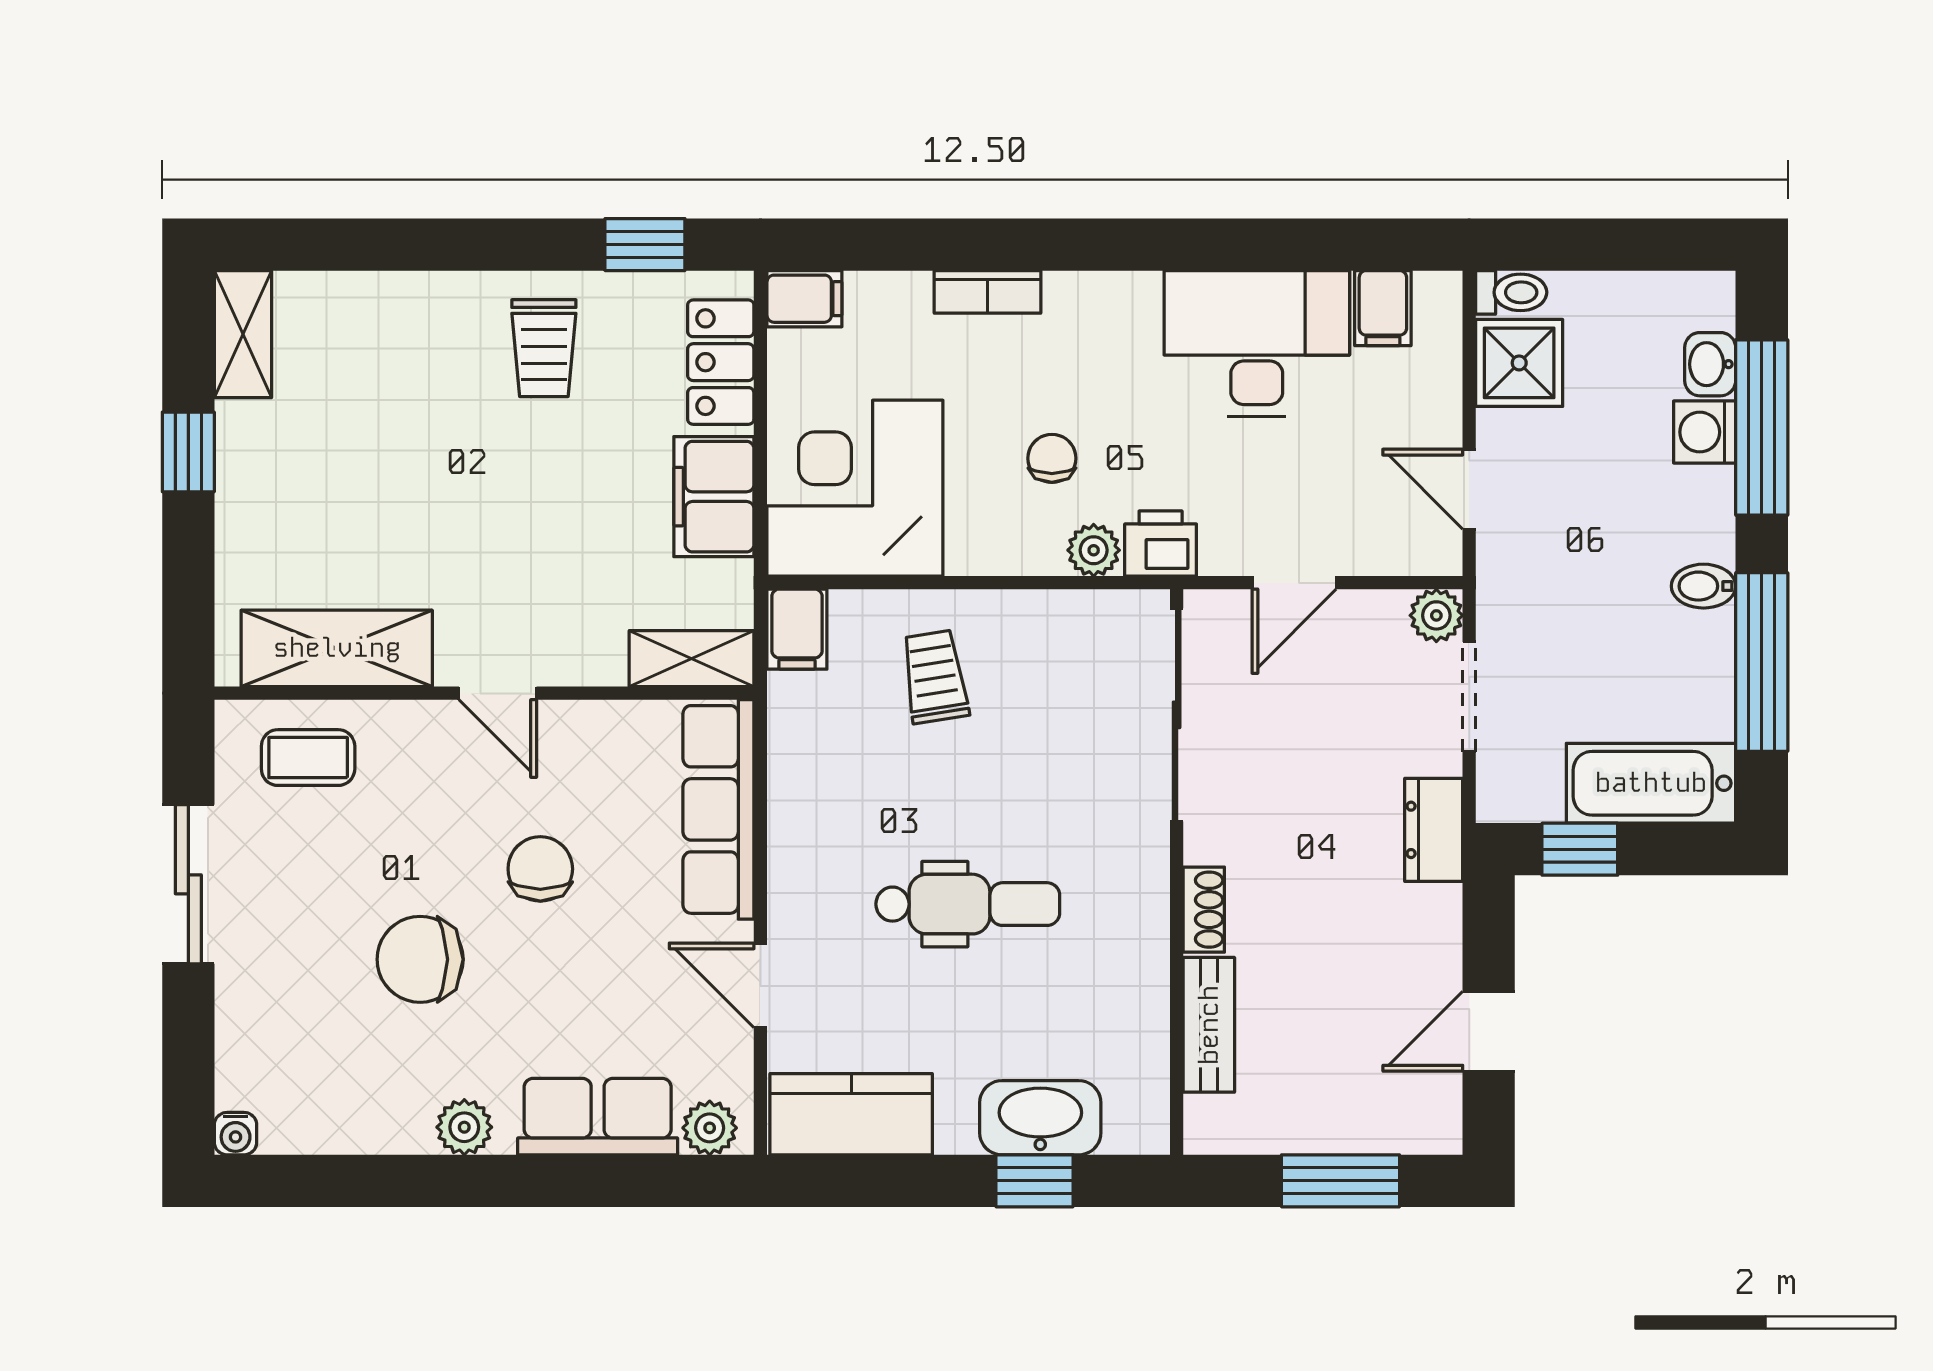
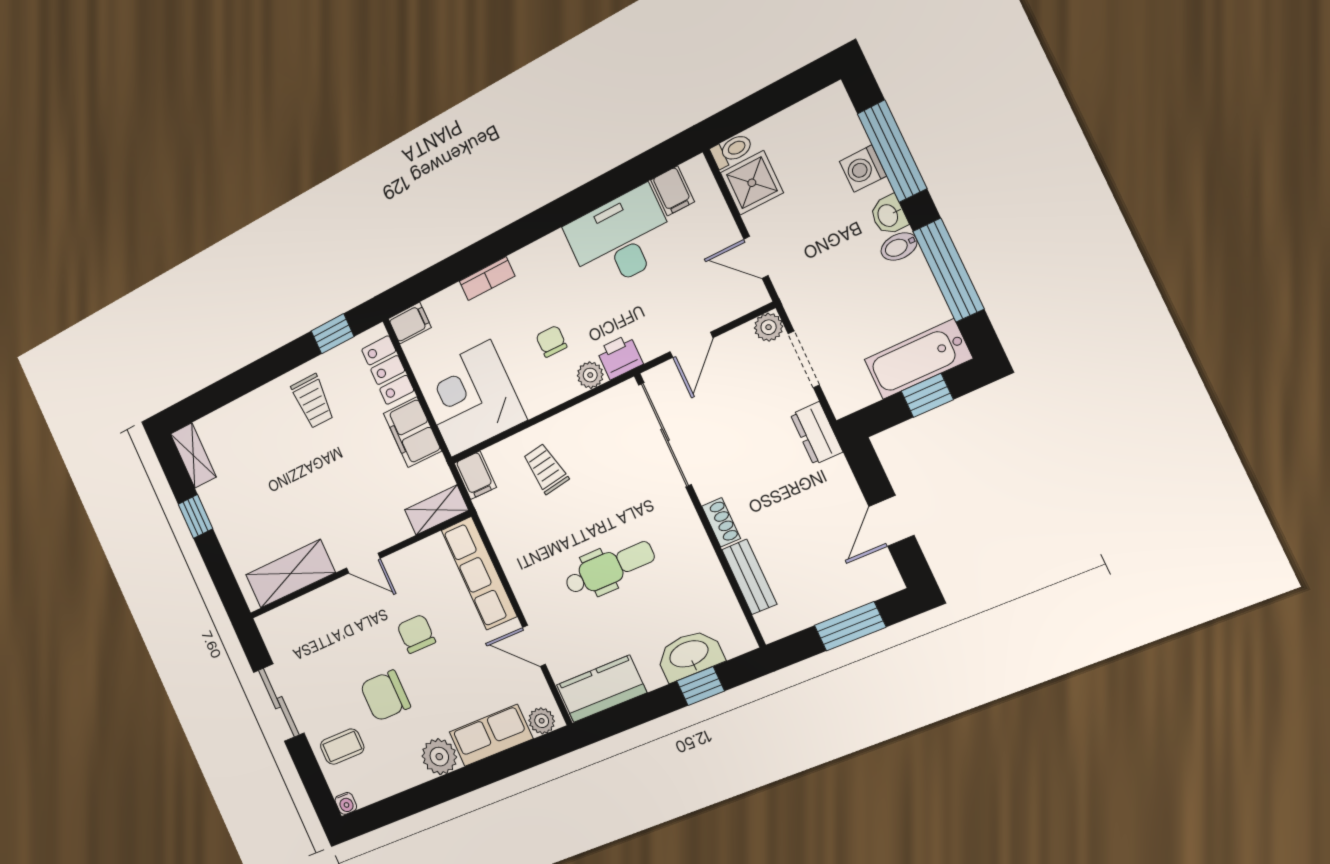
washbasin: (1710, 364) -> (889, 215), moved
coffee table: (308, 758) -> (342, 747), moved
window: (1580, 849) -> (927, 395), moved
plant: (464, 1127) -> (439, 757), width x1.38, depth x1.38

